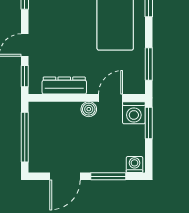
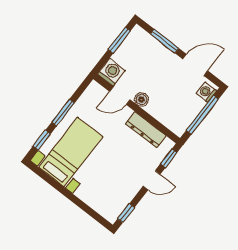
window: (149, 64) -> (63, 113), moved
window: (149, 123) -> (119, 40), moved
washing machine: (135, 165) -> (206, 92), moved, turned 90

